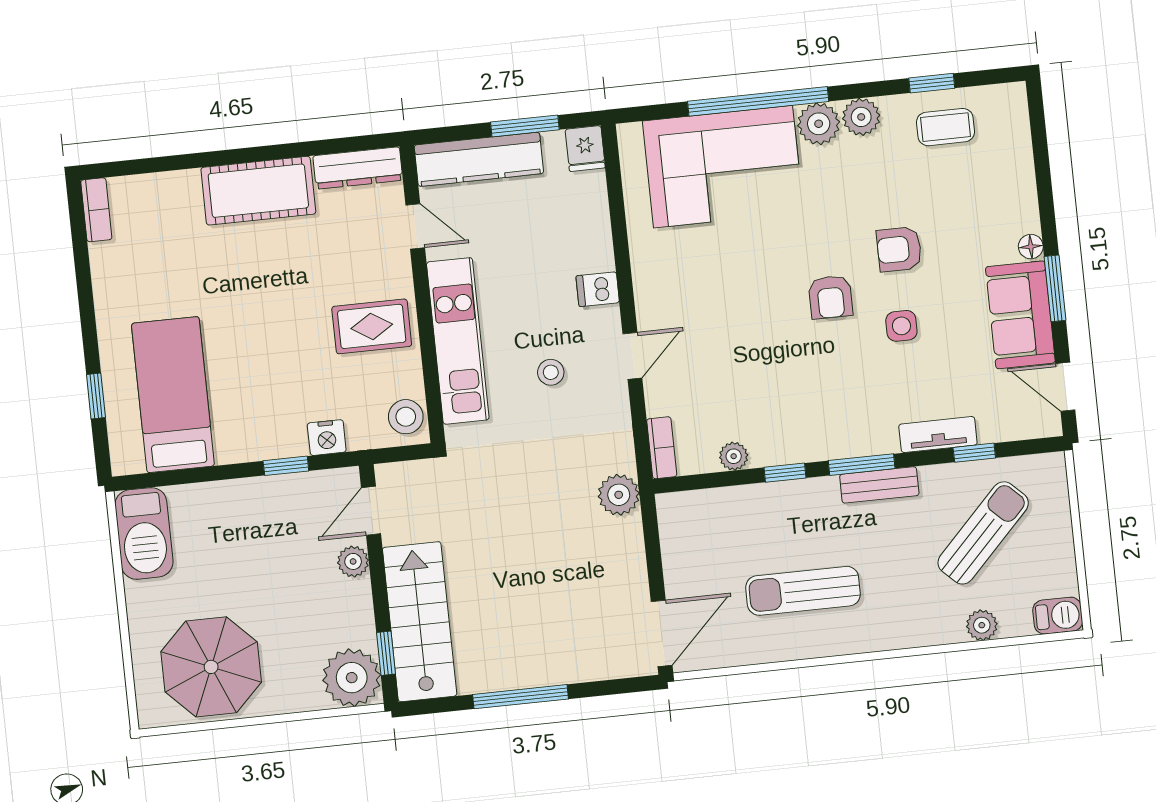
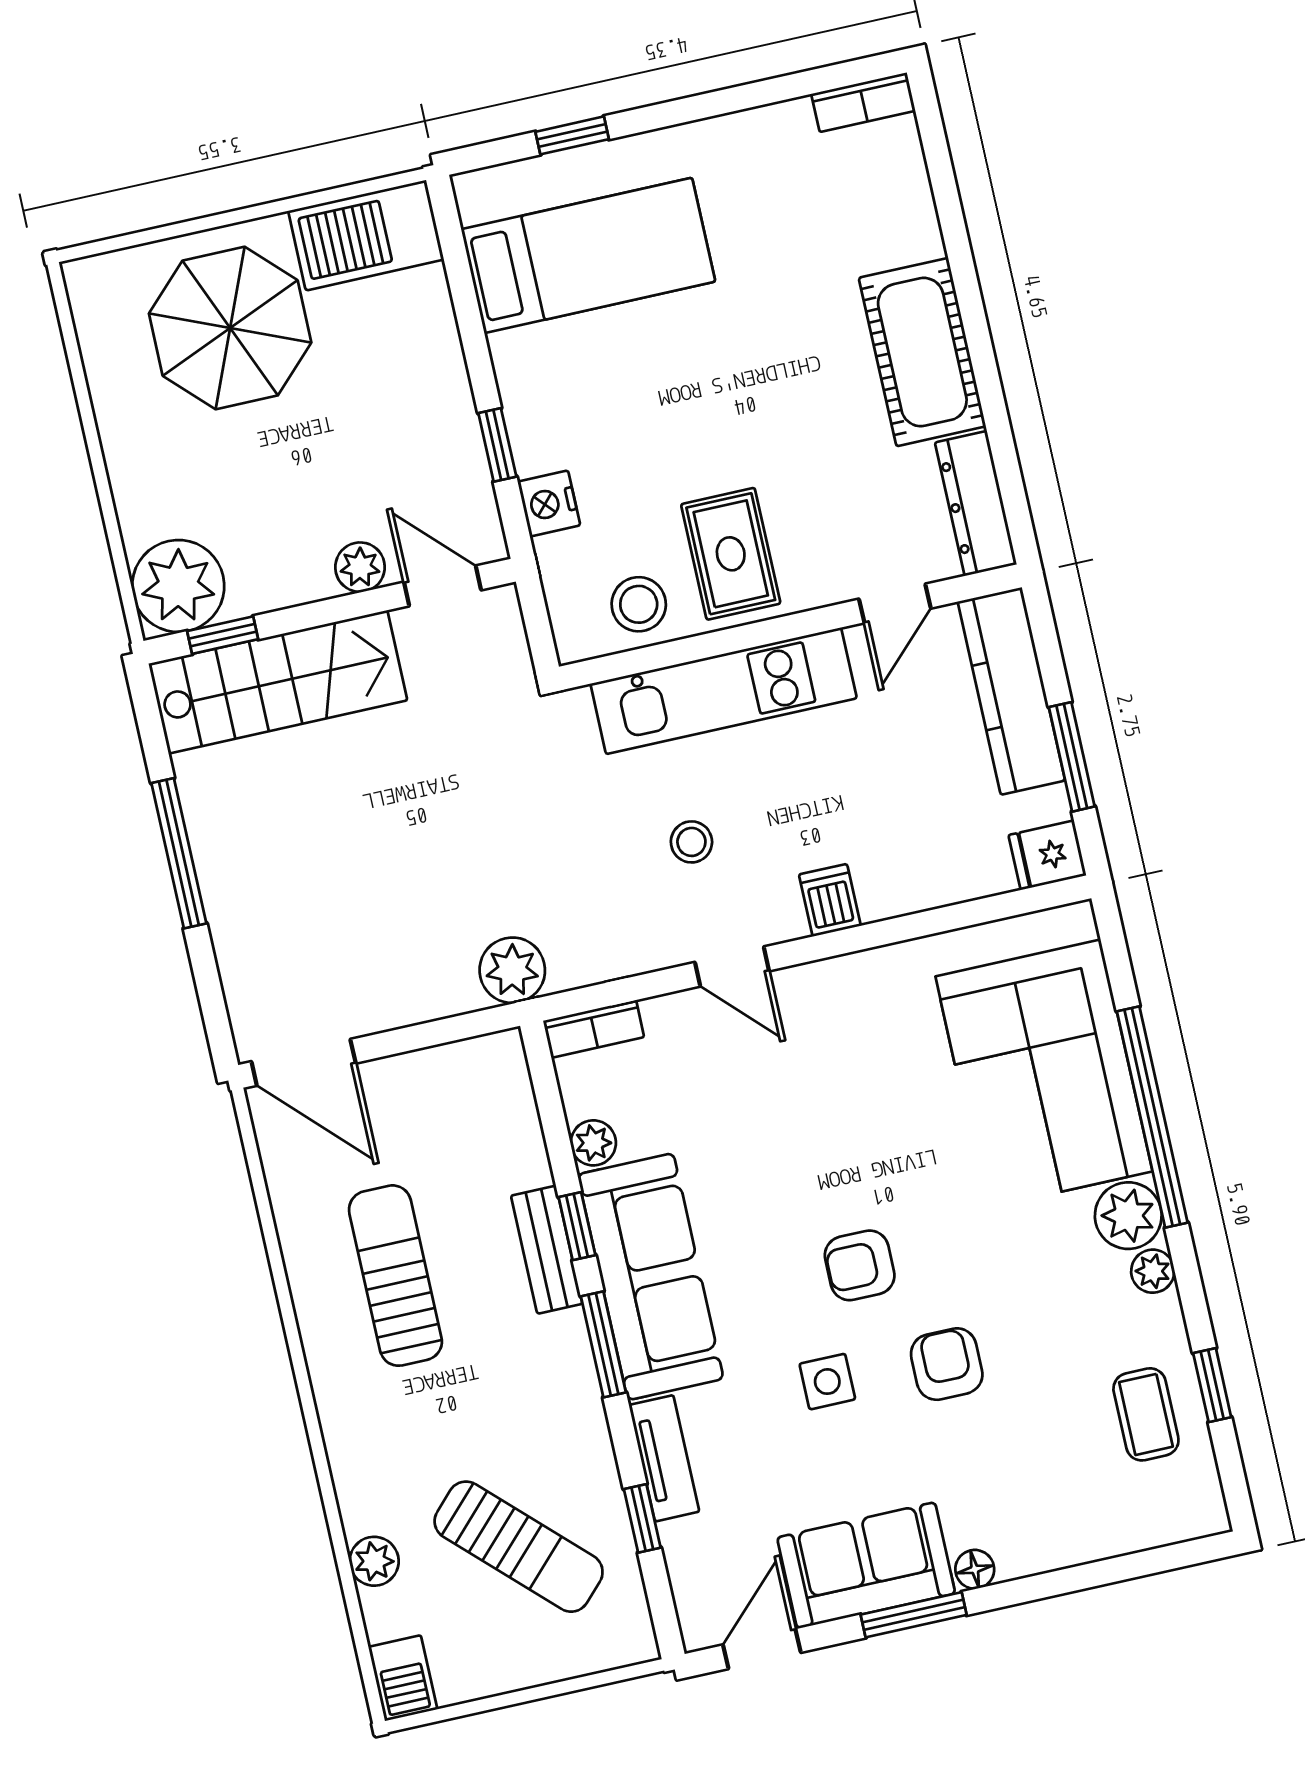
plant: (861, 117) -> (1153, 1271), width x0.73, depth x0.73
stool: (406, 417) -> (639, 604), moved
sofa: (822, 430) -> (651, 1277), added
bench: (879, 485) -> (547, 1250), moved
parasol: (211, 667) -> (230, 328), moved

